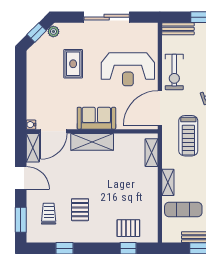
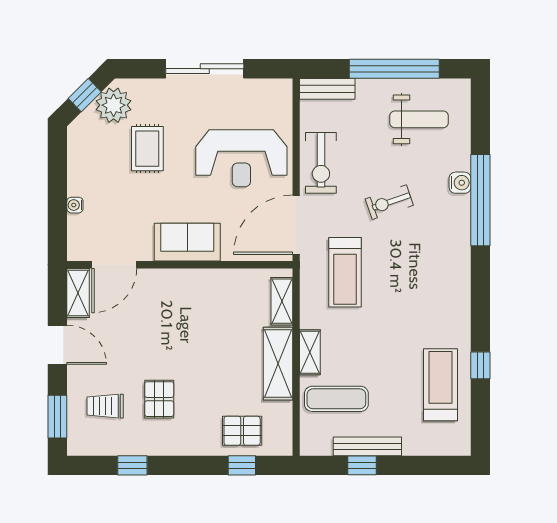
plant: (53, 32) -> (114, 105), width x1.88, depth x1.88
water cooler: (31, 125) -> (75, 205), moved
shelving: (92, 142) -> (278, 364), moved, turned 90
trolley: (49, 214) -> (105, 406), turned -90

